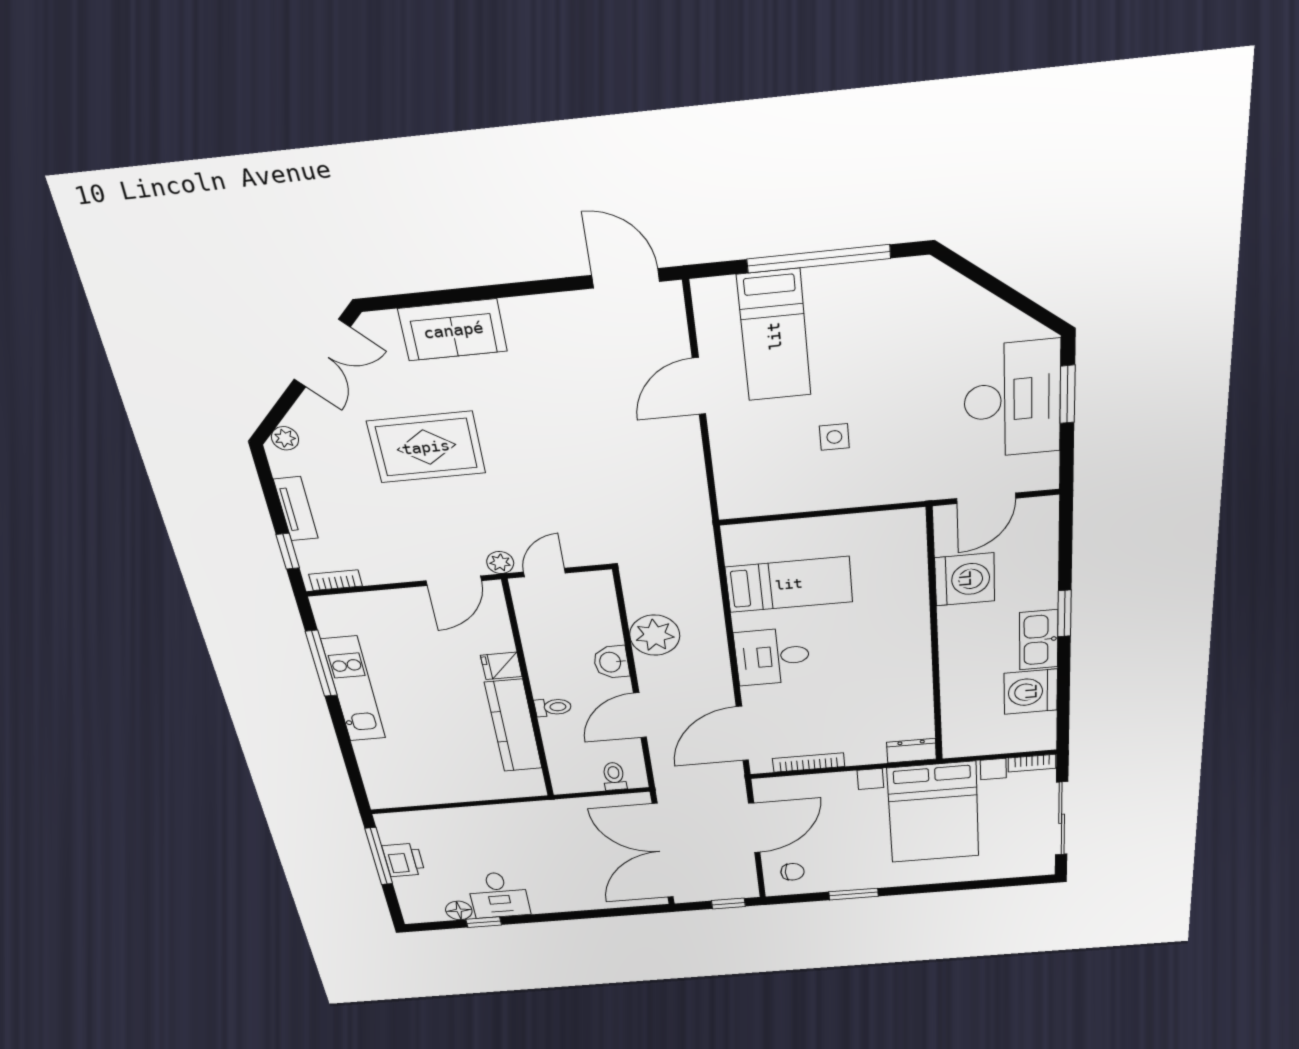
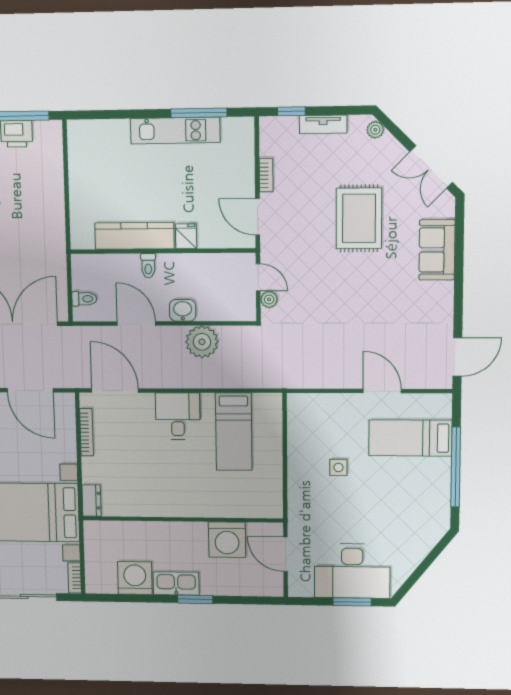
plant: (500, 563) -> (269, 299), moved
bookcase: (336, 580) -> (266, 175), moved

